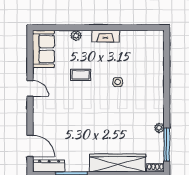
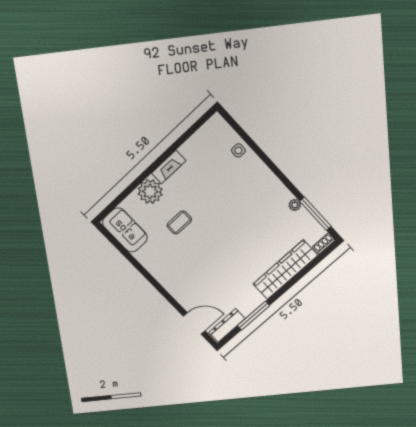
plant: (76, 36) -> (150, 192), width x1.87, depth x1.87
side table: (118, 82) -> (238, 150), moved
door: (30, 88) -> (147, 275), removed

